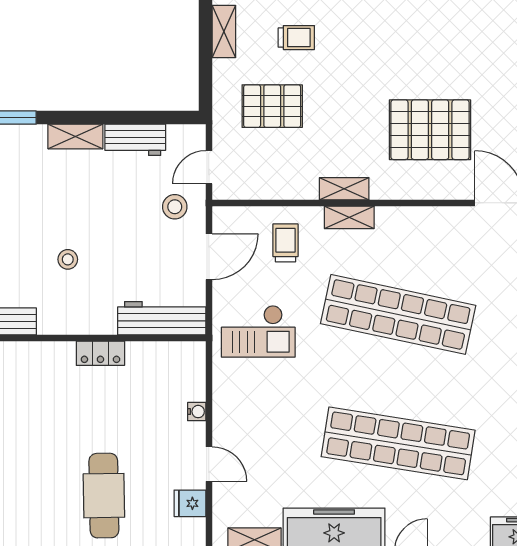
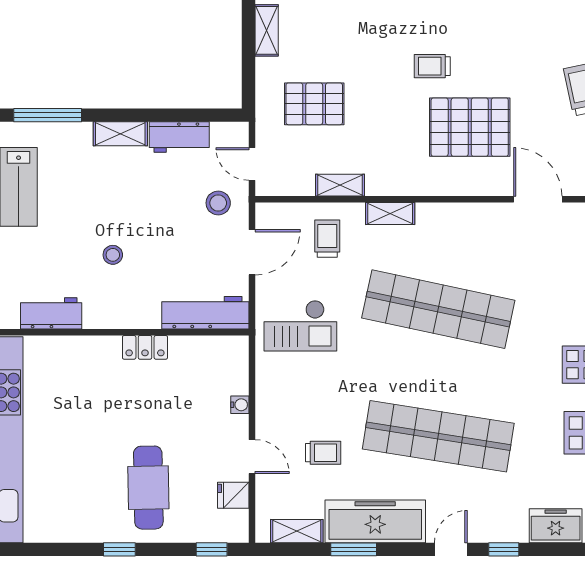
trolley: (296, 38) -> (432, 66), moved, turned 180
door: (209, 167) -> (252, 164), hinge flipped
shelving: (344, 189) -> (340, 185), moved
trolley: (281, 460) -> (323, 453), added

